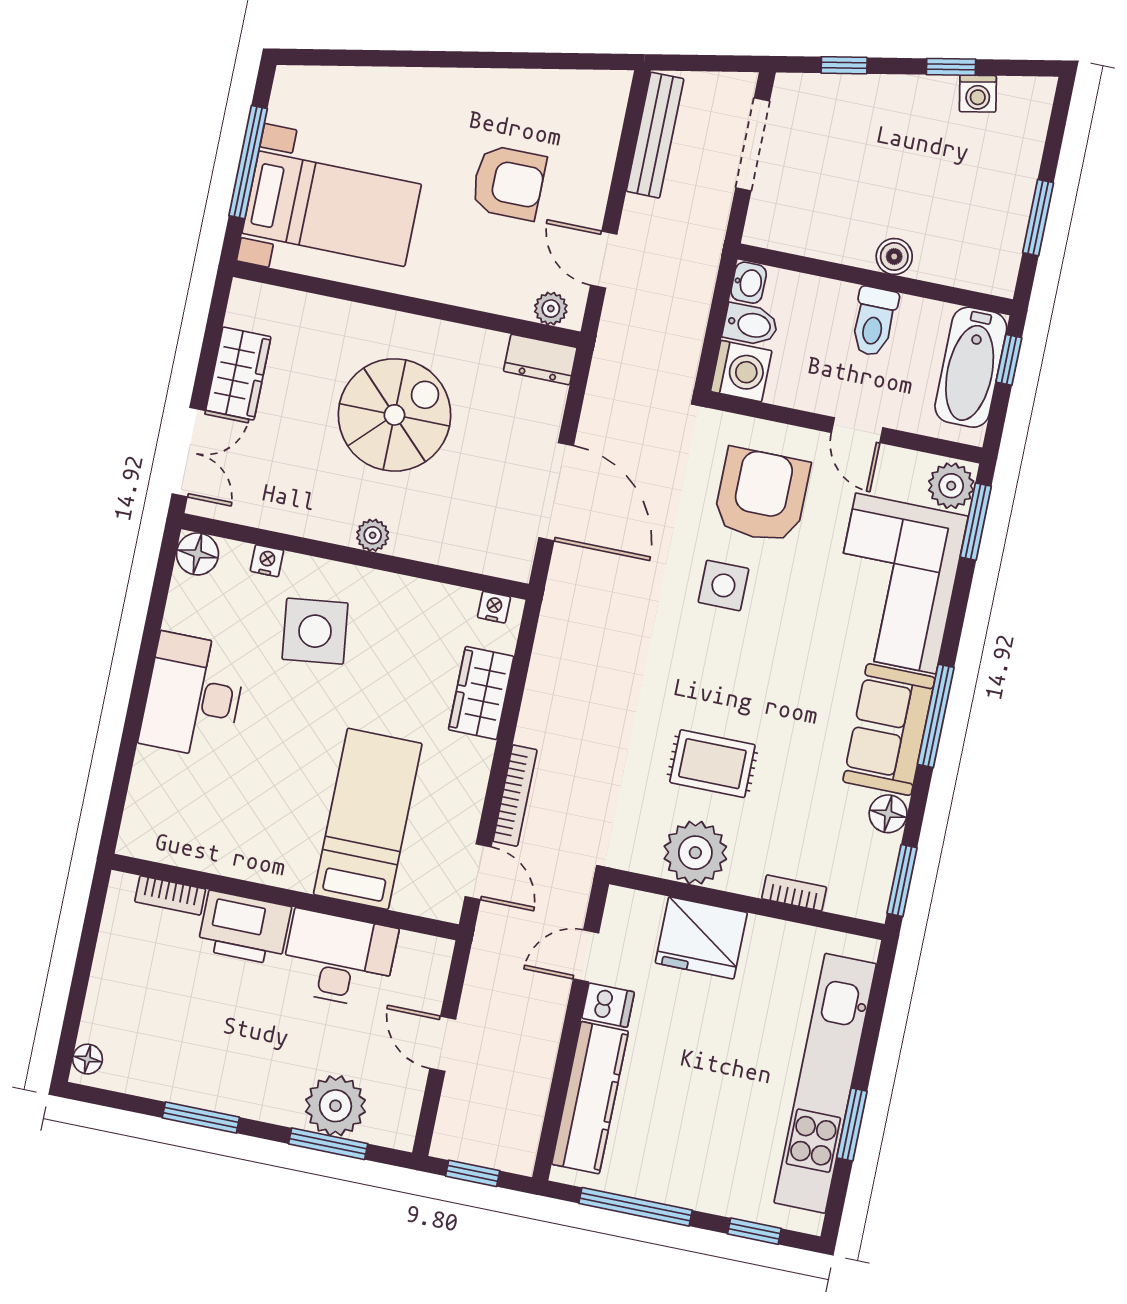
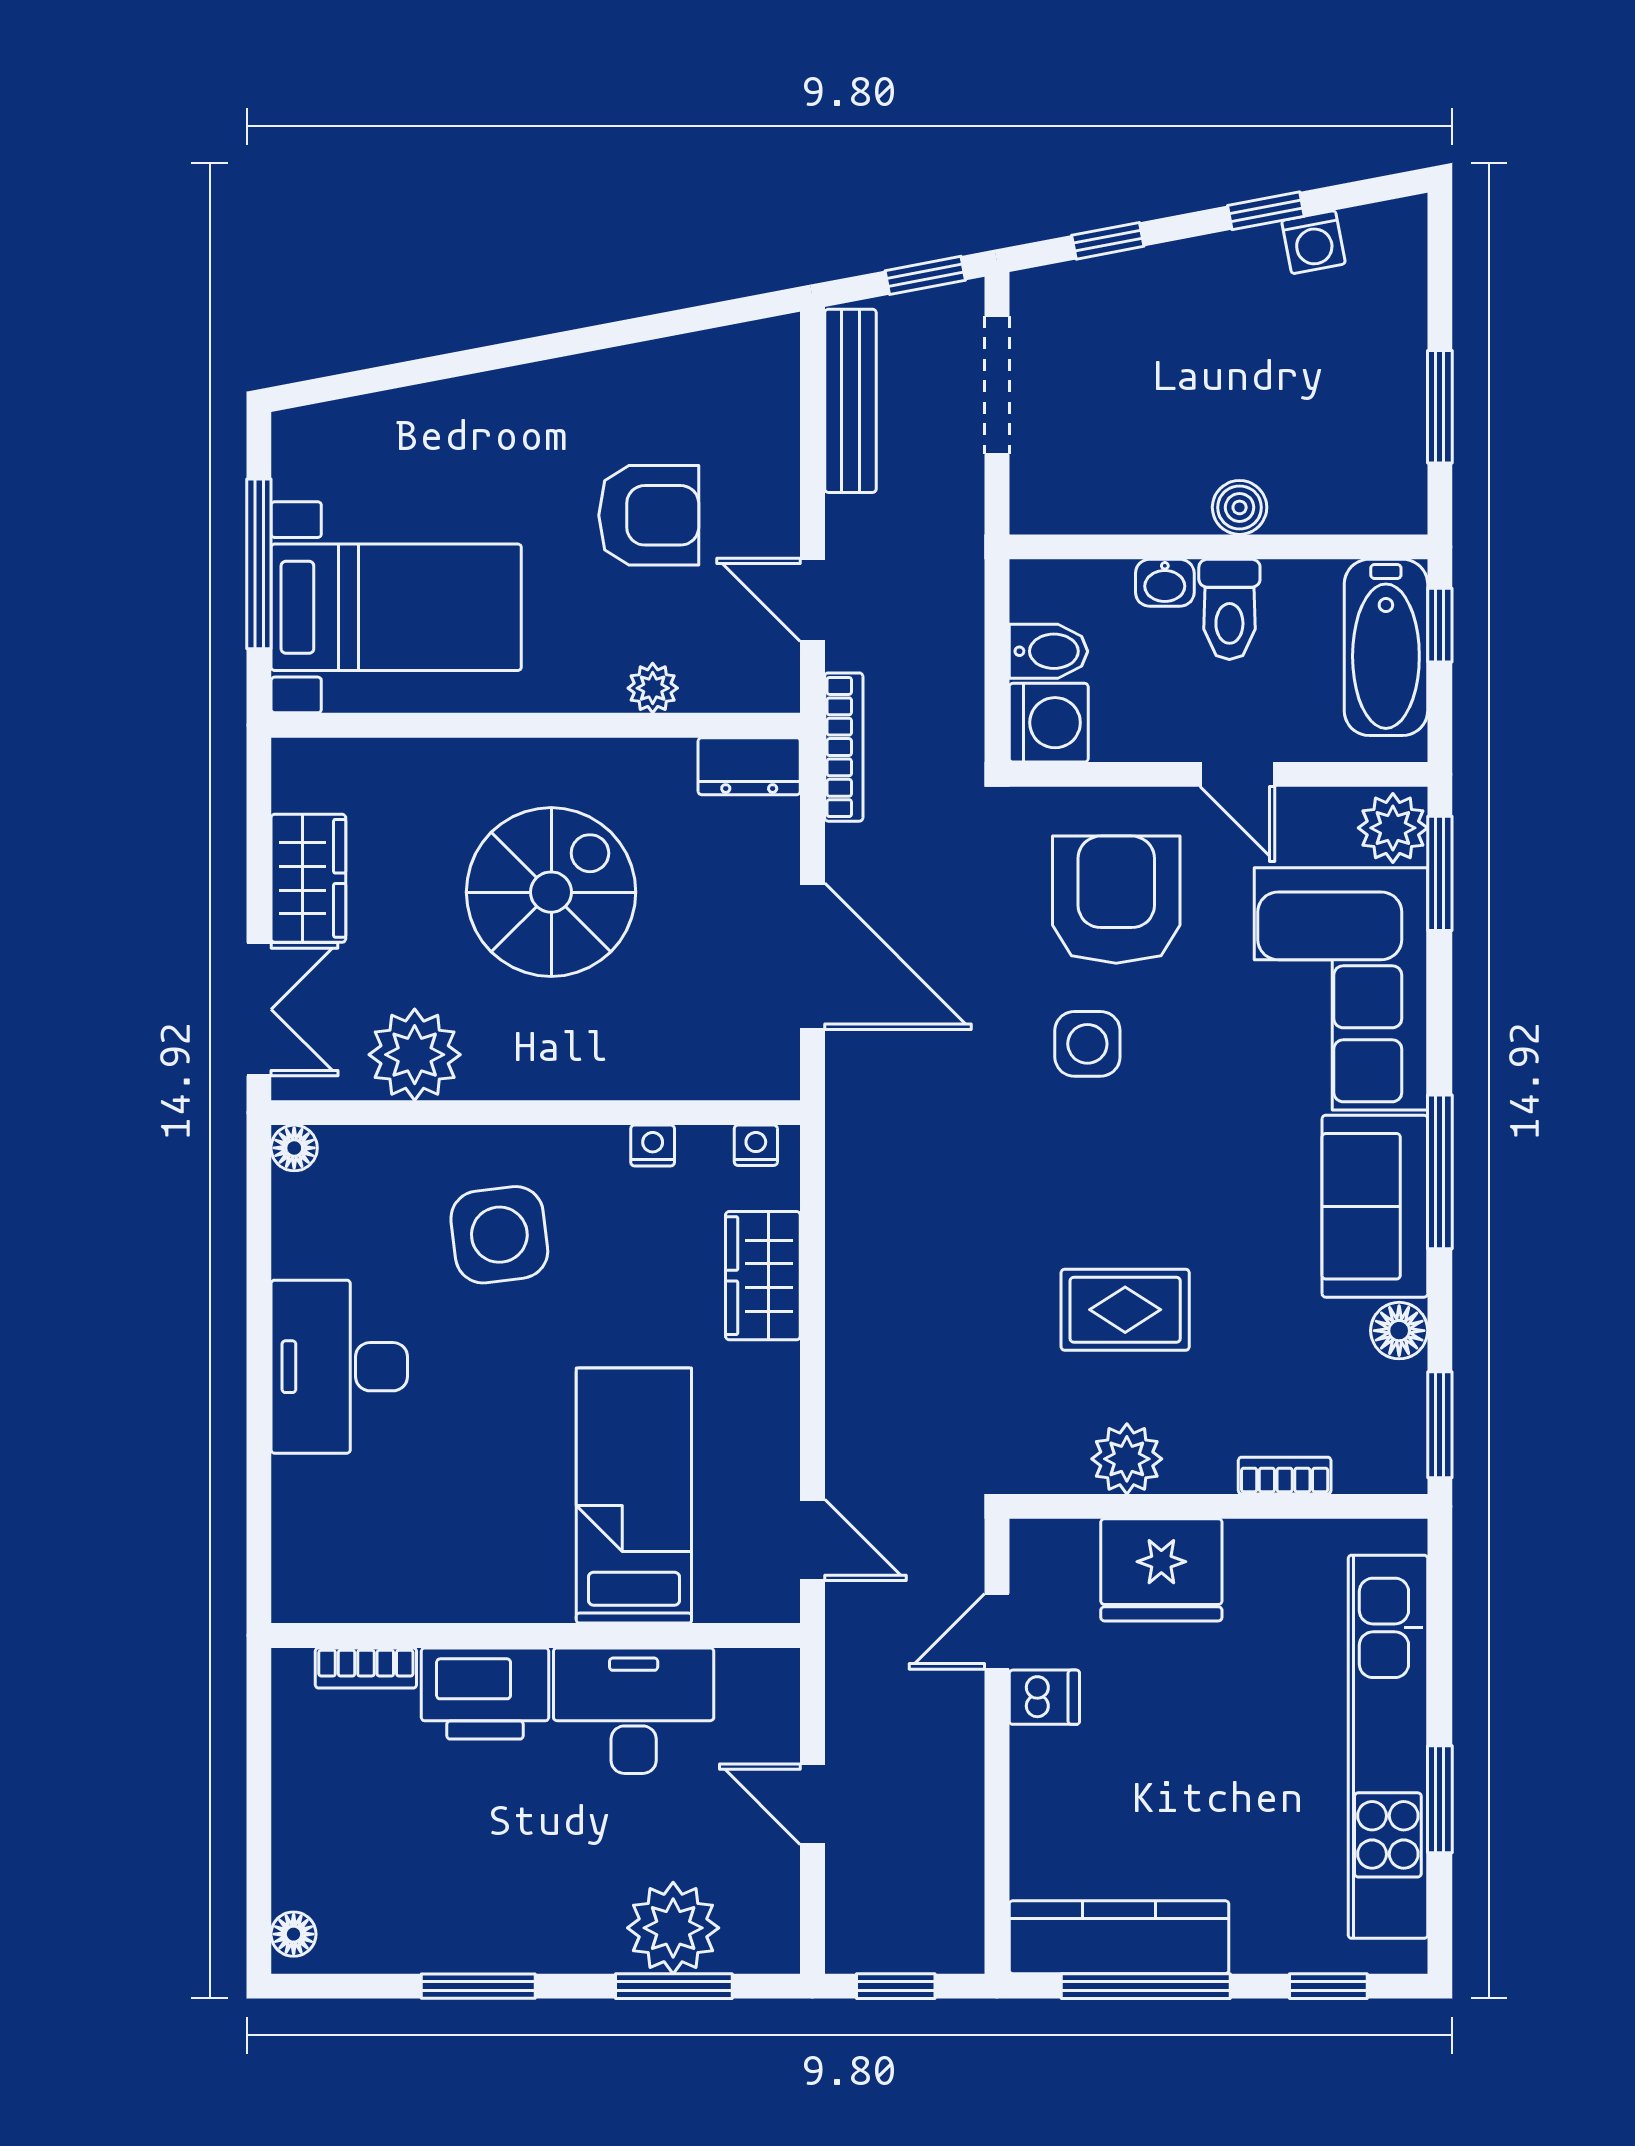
window: (721, 63) -> (925, 275), added
washbasin: (749, 283) -> (1165, 583), moved, turned 90
plant: (551, 309) -> (653, 688), moved
plant: (373, 535) -> (415, 1055), moved, width x1.88, depth x1.88
floor lamp: (197, 554) -> (294, 1148), width x0.73, depth x0.73
nightstand: (267, 561) -> (653, 1145), moved
bookcase: (515, 796) -> (844, 747), moved
plant: (695, 853) -> (1127, 1459), width x0.73, depth x0.73
kitchen counter: (590, 1098) -> (1119, 1937), moved, turned -90

